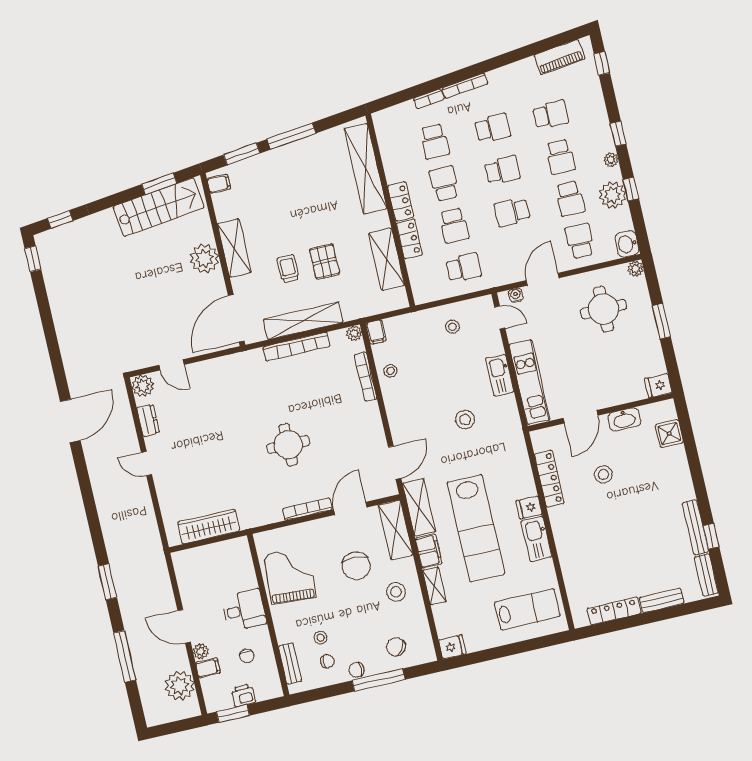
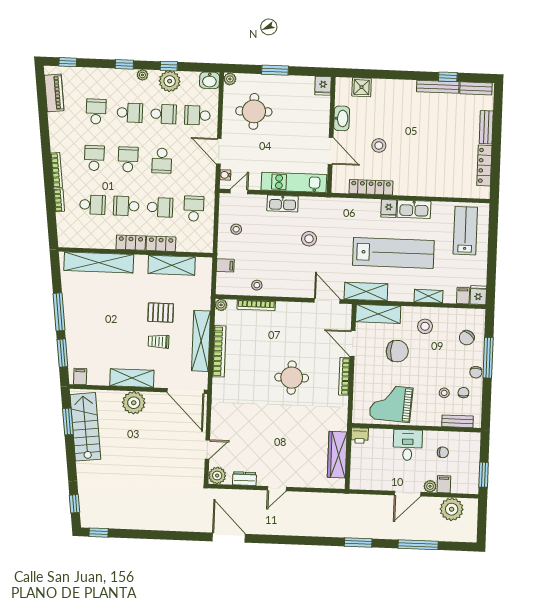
filing cabinet: (376, 332) -> (225, 265), moved
filing cabinet: (429, 551) -> (463, 296), moved, width x0.50
printer: (243, 695) -> (360, 436), moved, turned -90

